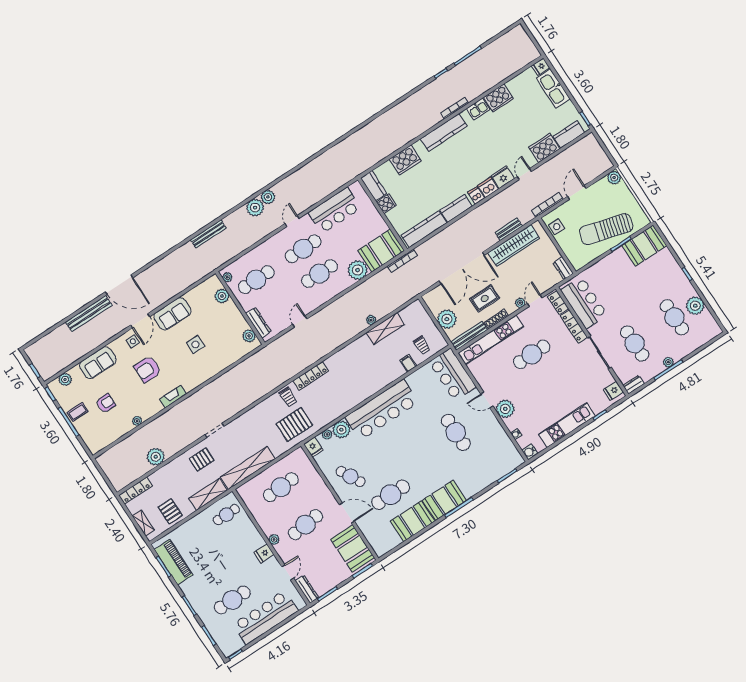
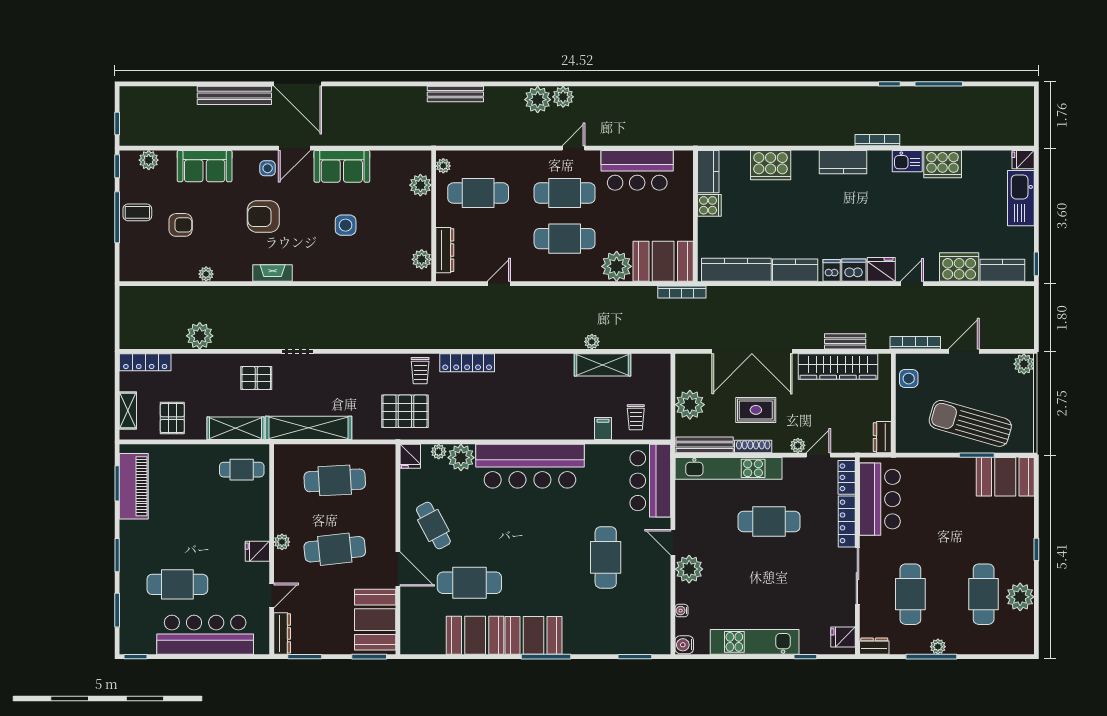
kitchen counter: (444, 132) -> (843, 162), width x0.67

